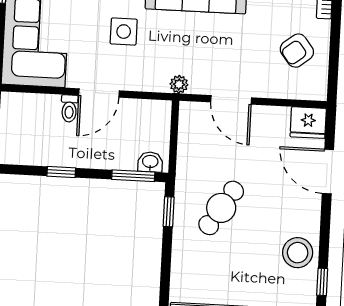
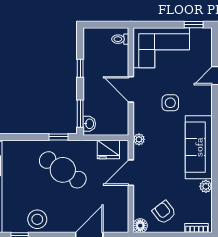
floor lamp: (316, 90) -> (140, 226), added
toilet: (69, 108) -> (120, 39), moved
fridge: (308, 123) -> (108, 149), moved, turned -90
cafe table: (221, 208) -> (63, 170), width x1.37, depth x1.35

